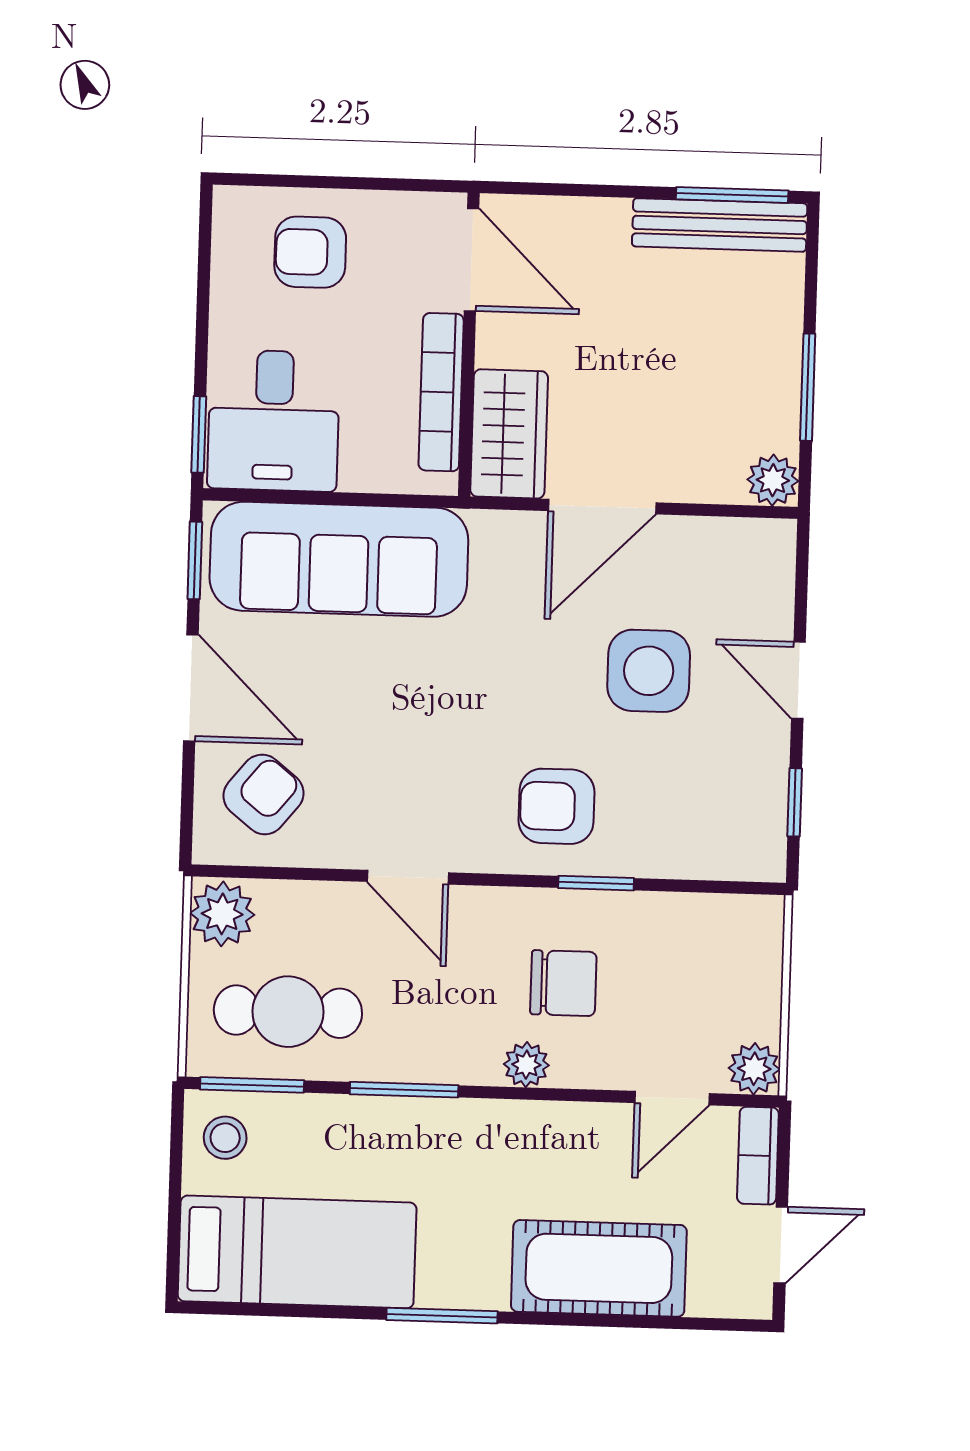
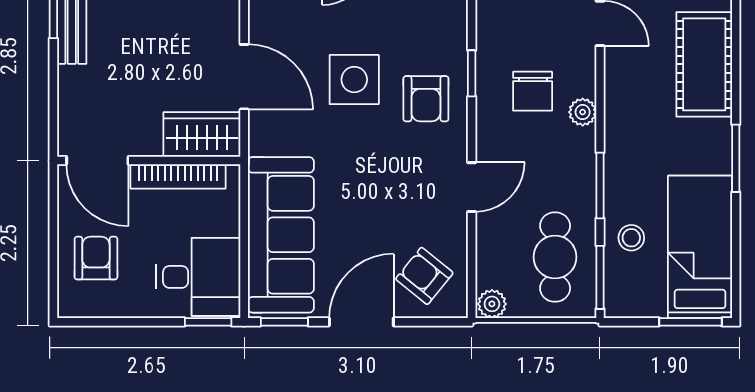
armchair: (310, 252) -> (96, 258), turned 180
door: (472, 260) -> (97, 160), swing flipped
side table: (649, 671) -> (354, 80), moved
plant: (222, 914) -> (492, 304), width x0.73, depth x0.73
chair: (563, 983) -> (533, 91), turned 180
stool: (225, 1138) -> (631, 238), moved
window: (174, 1232) -> (690, 322), added

